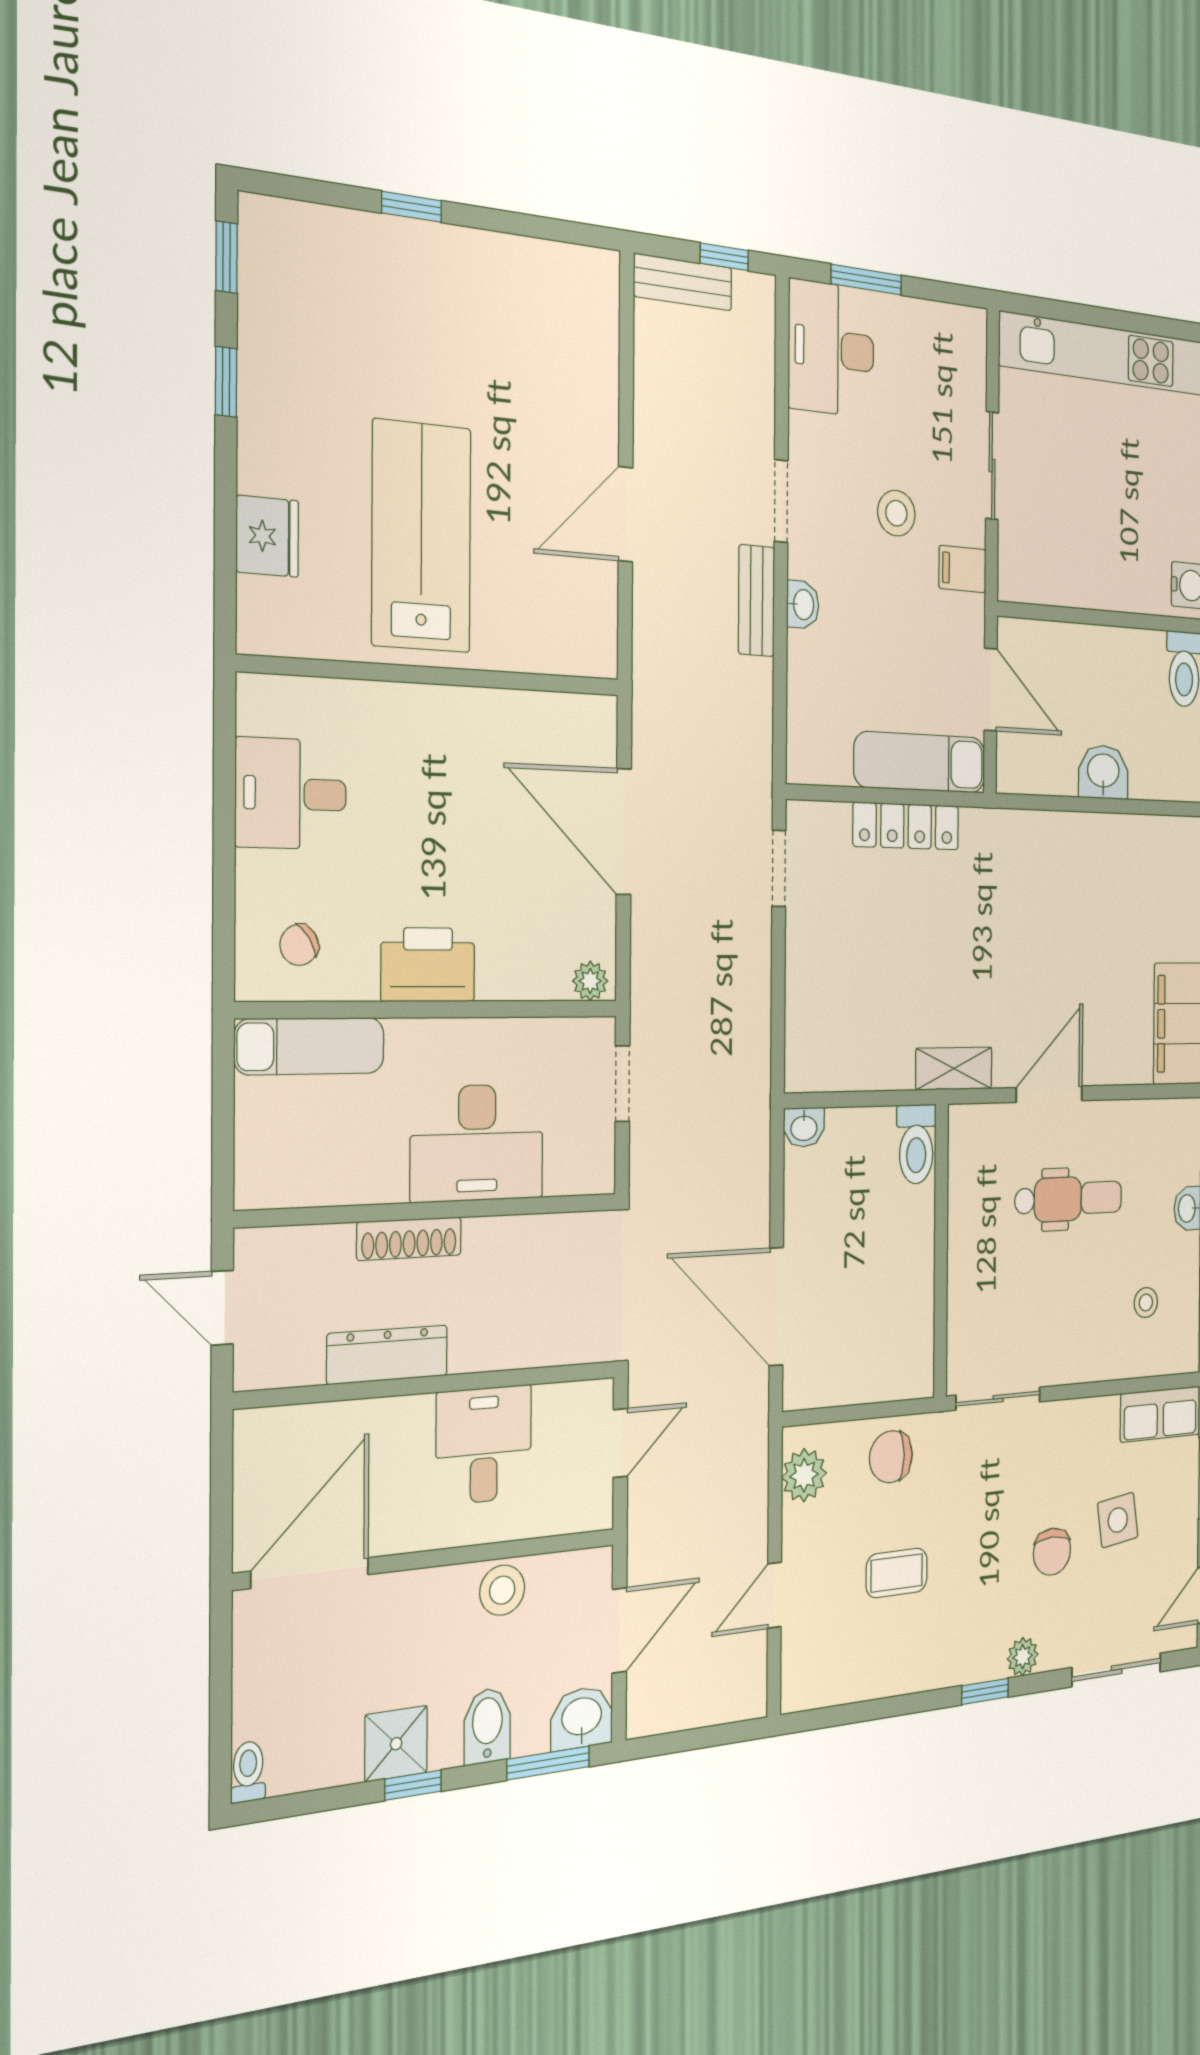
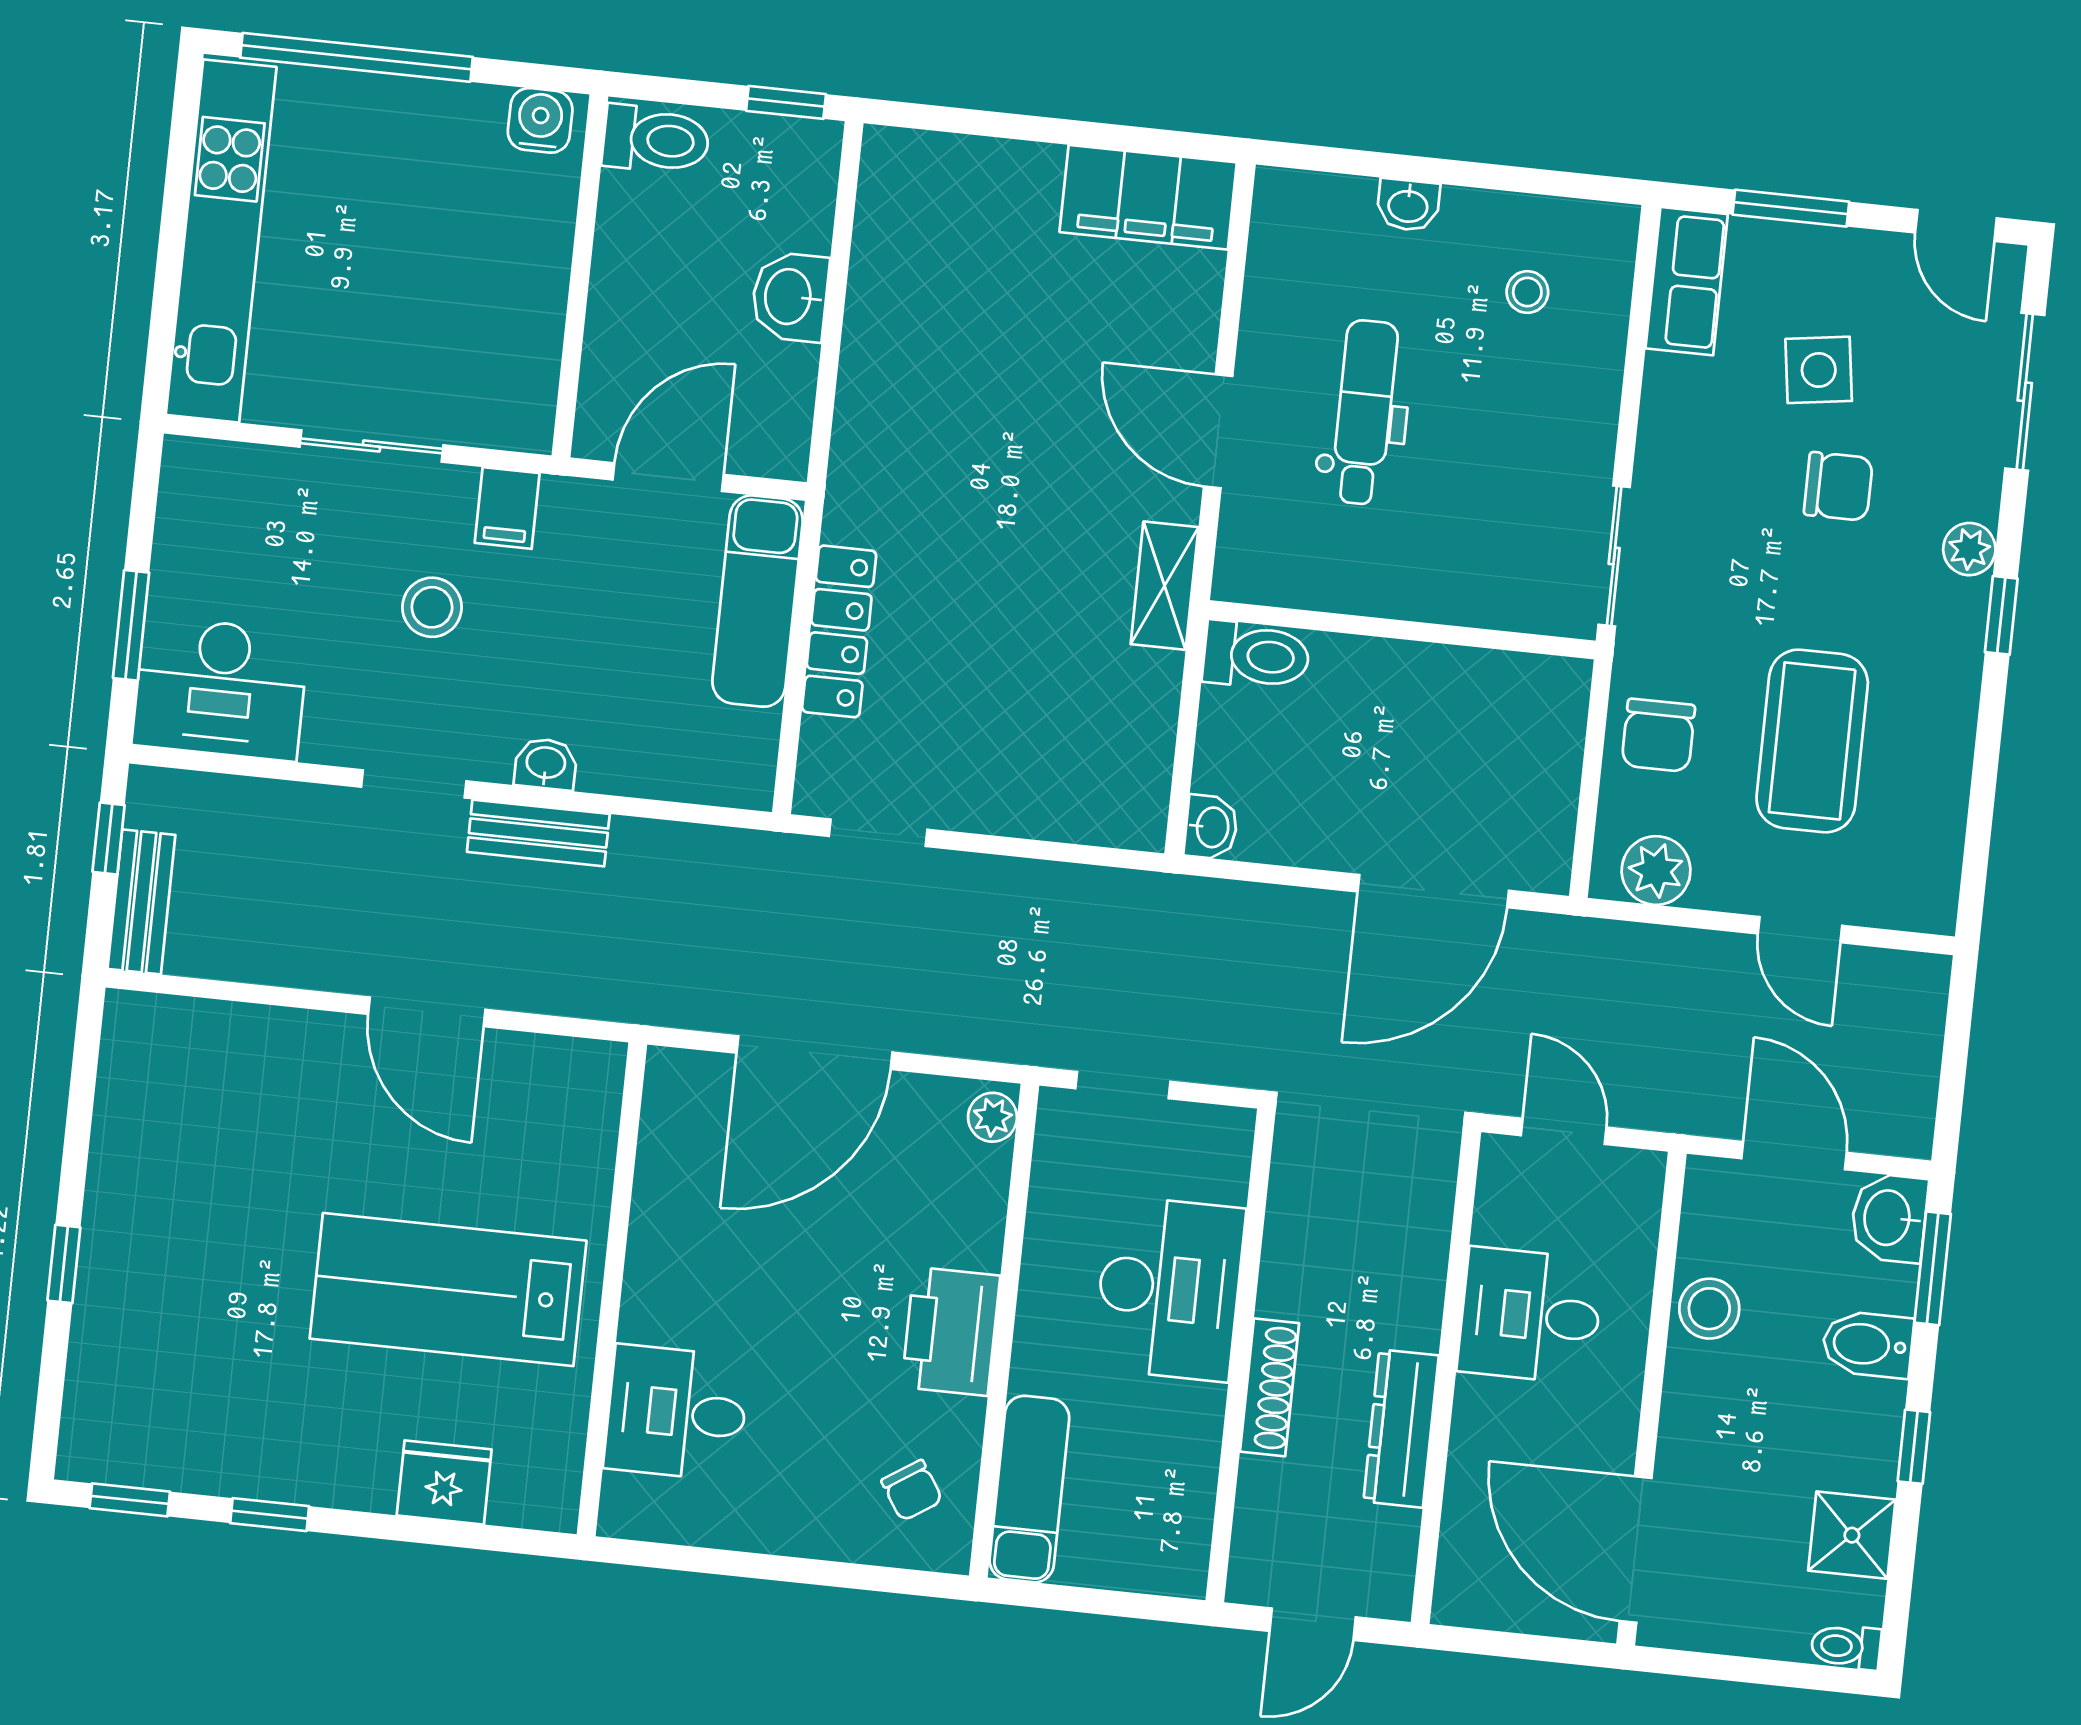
desk: (291, 794) -> (677, 1413), moved, turned 90
coffee table: (897, 1573) -> (1812, 741), width x1.86, depth x1.72
shower: (396, 1744) -> (1852, 1535), moved

